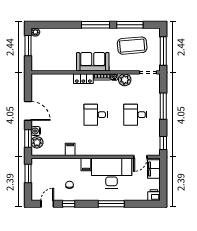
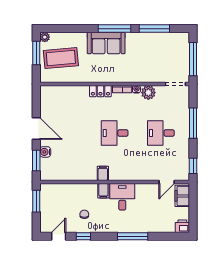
coffee table: (132, 46) -> (61, 58), moved
sofa: (93, 62) -> (106, 43), moved, turned 180
plant: (37, 142) -> (47, 165), removed
filing cabinet: (70, 149) -> (103, 173), moved
desk: (112, 173) -> (122, 197), width x0.53, depth x0.77

